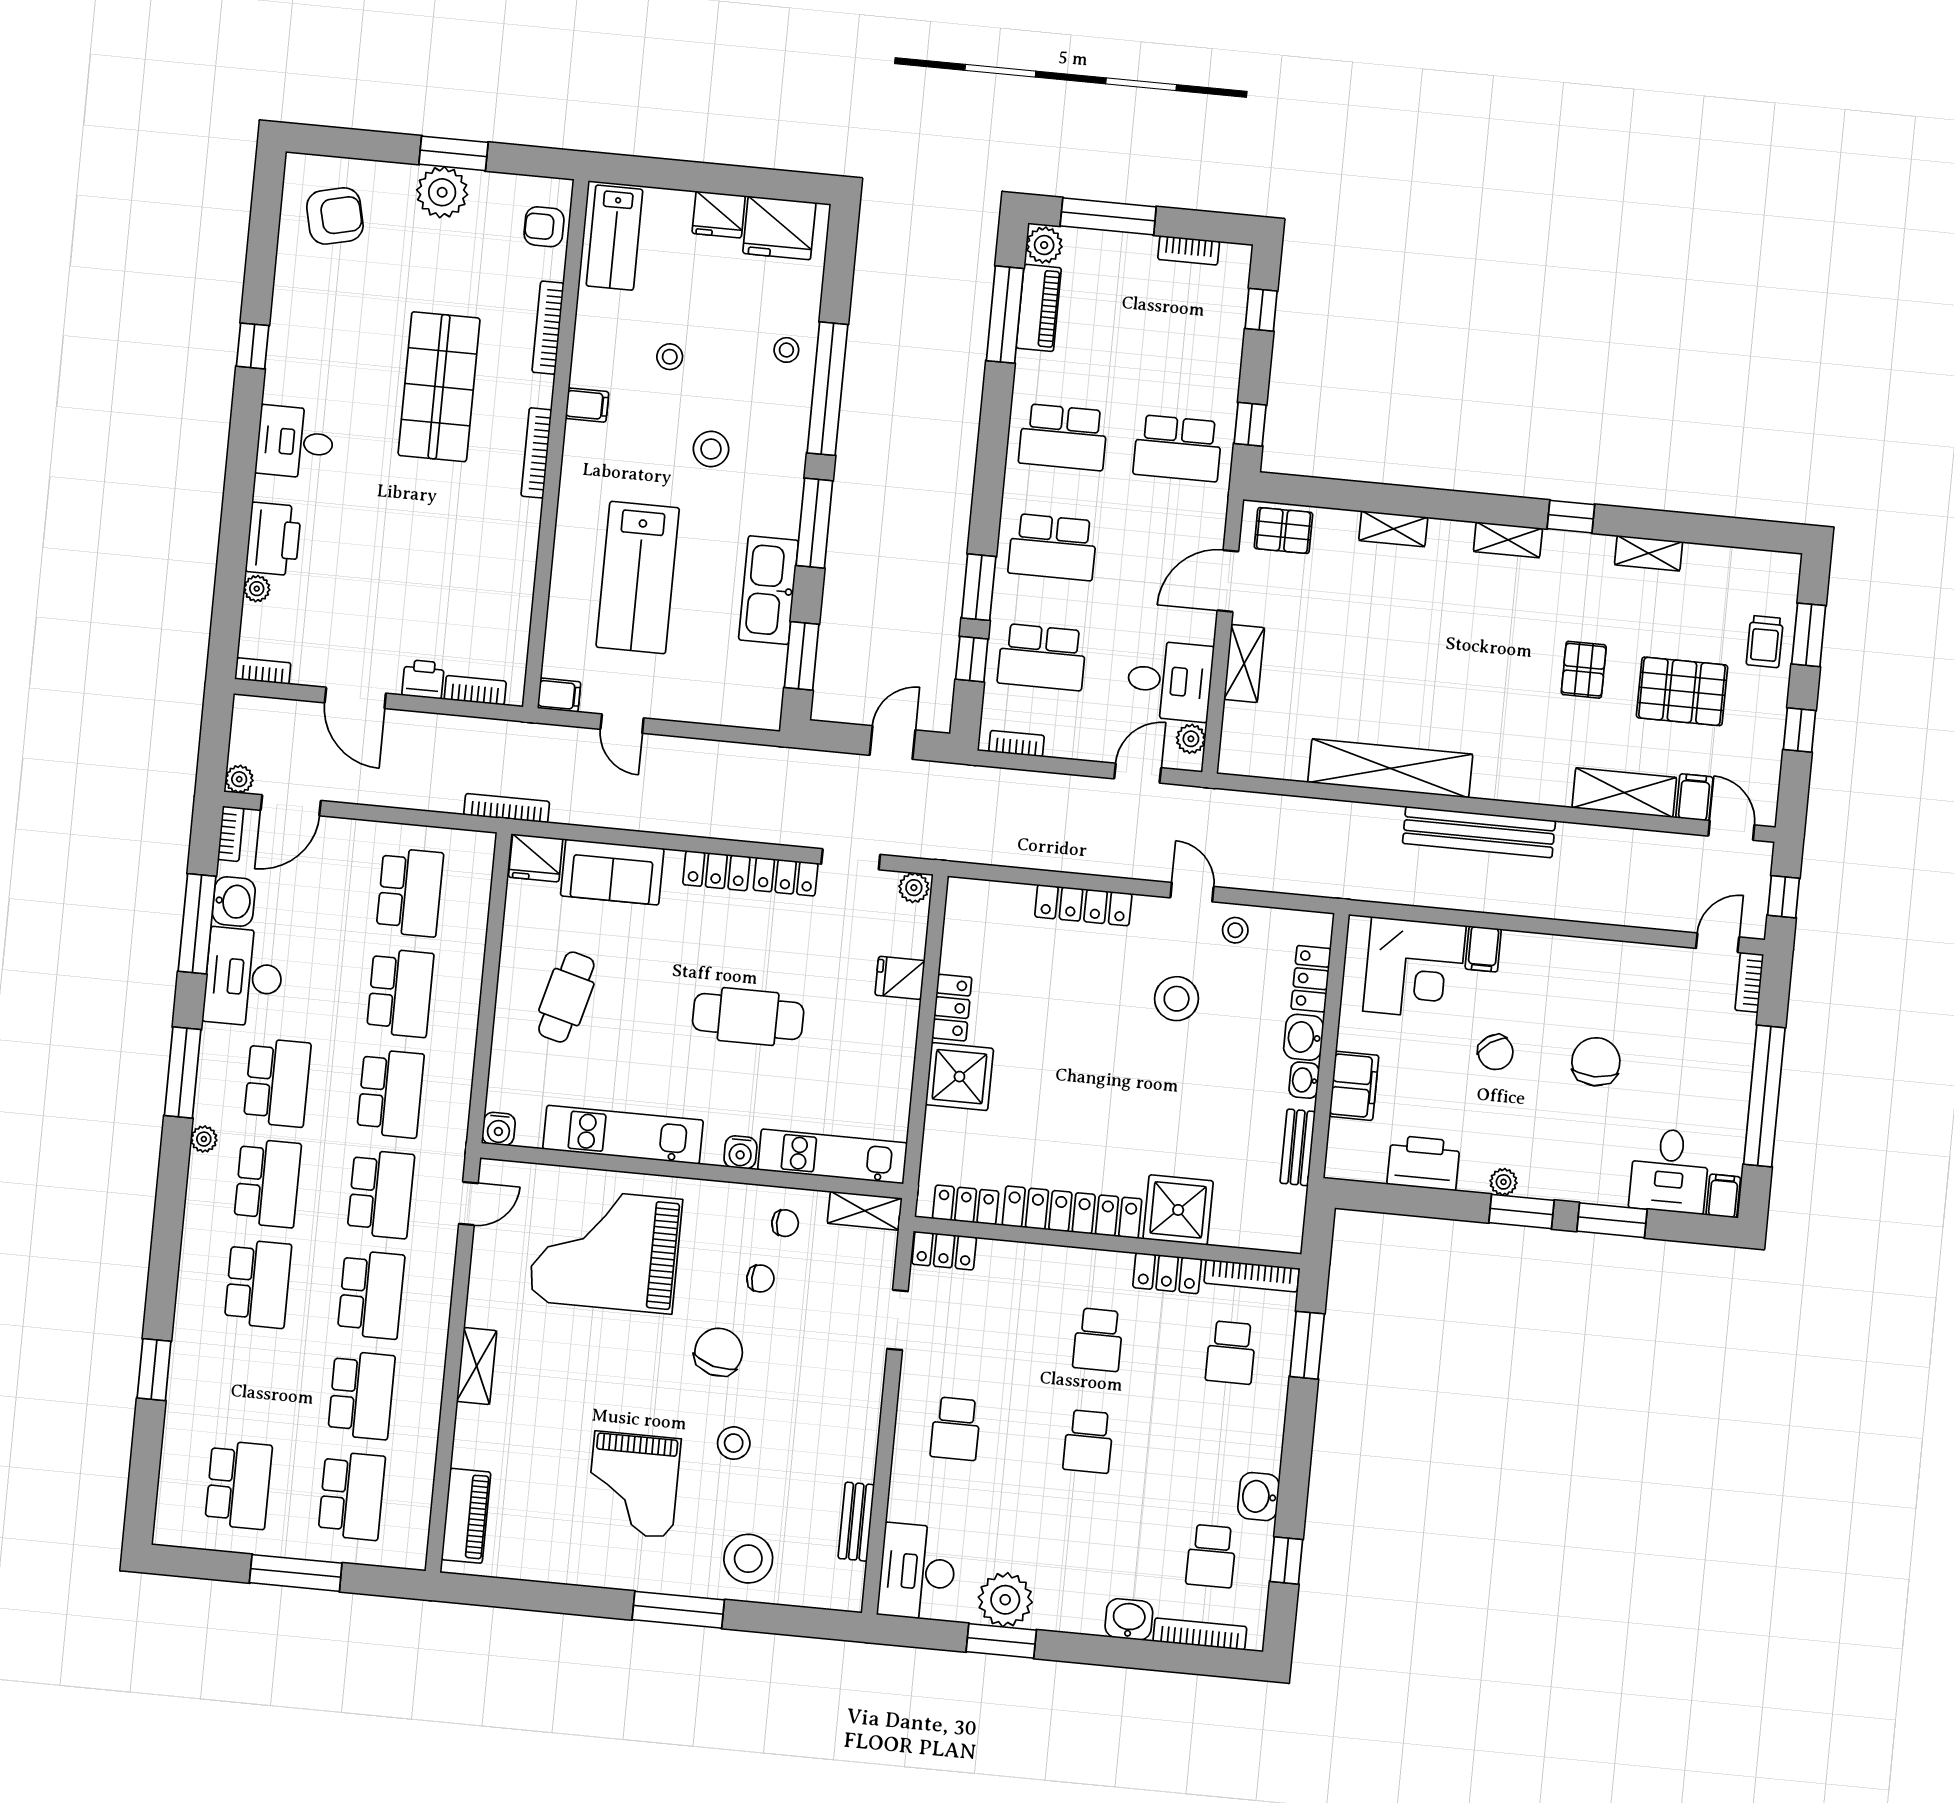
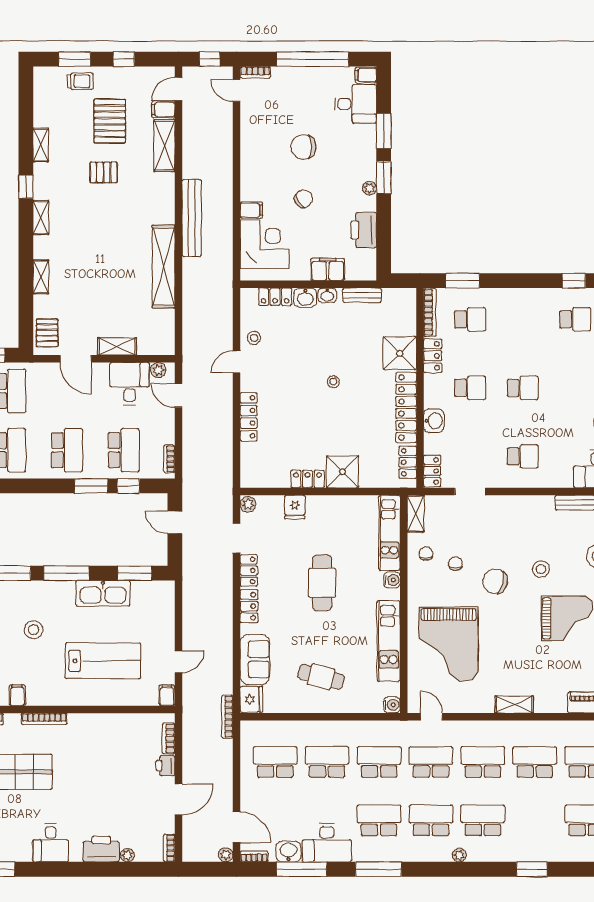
stool: (1177, 999) -> (333, 382), moved, width x0.53, depth x0.53
plant: (204, 1139) -> (459, 855), moved
washbasin: (1259, 1497) -> (434, 421), moved, turned -90

